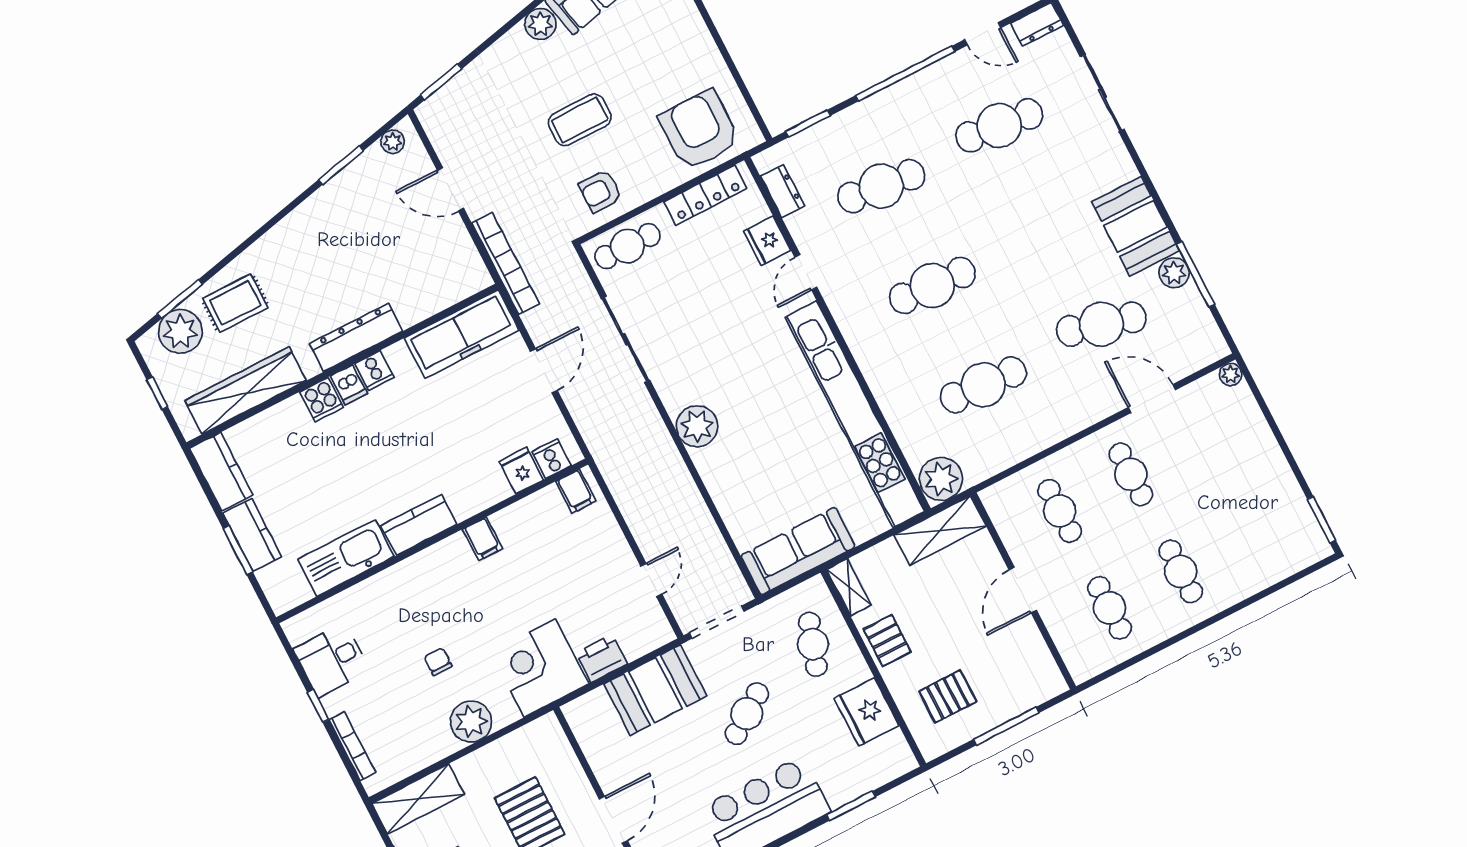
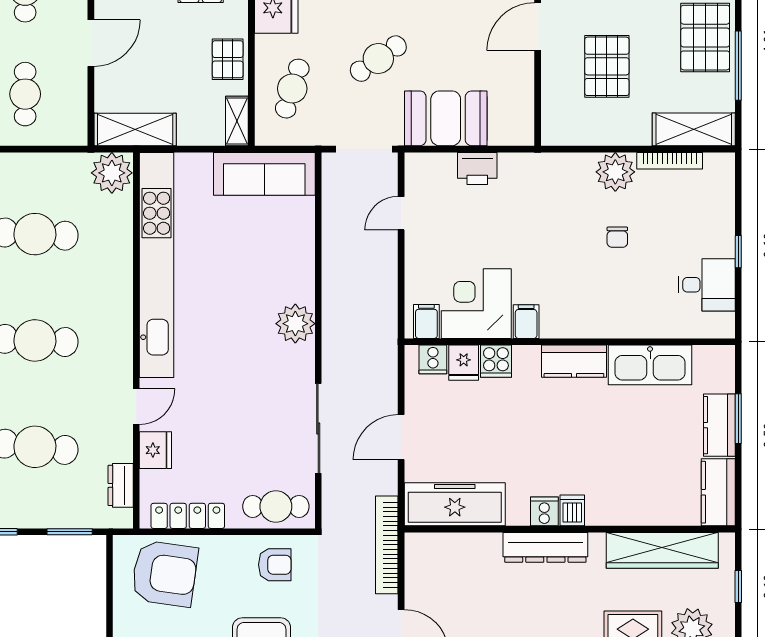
armchair: (699, 130) -> (165, 574), turned -82
cooker: (322, 400) -> (496, 361), moved, turned 180
corner desk: (540, 668) -> (476, 304), moved, turned 180
bookcase: (352, 746) -> (670, 161), moved, turned -90

